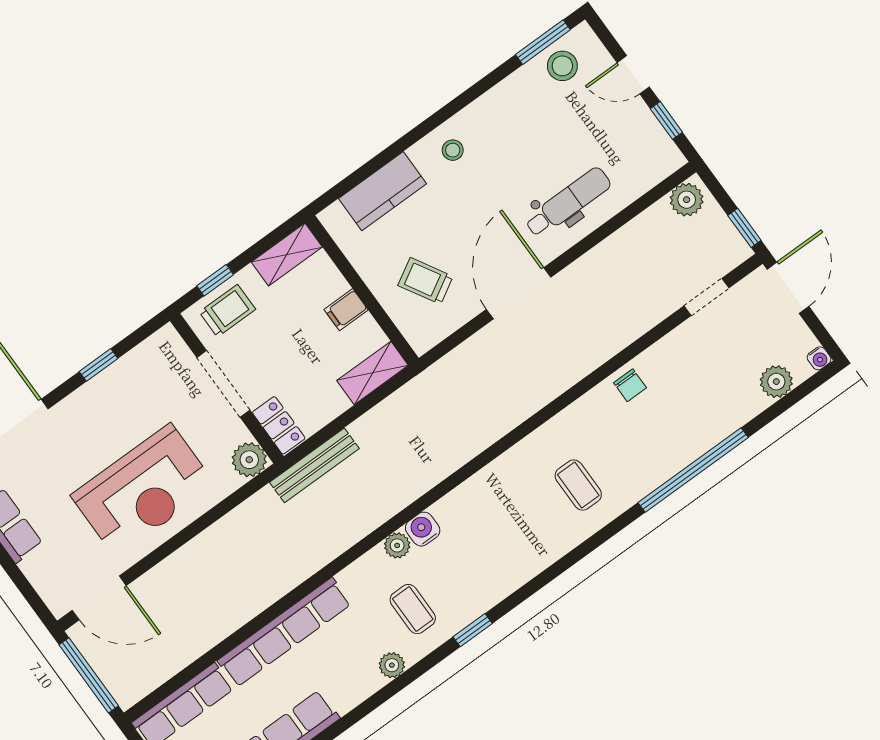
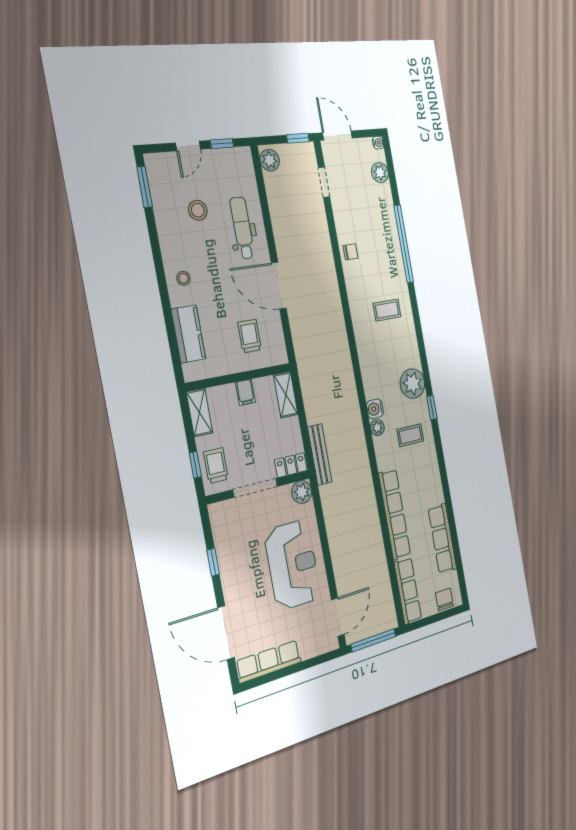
stool: (562, 66) -> (198, 210), moved
trolley: (425, 281) -> (250, 336), turned 120
plant: (392, 665) -> (412, 384), moved, width x1.87, depth x1.87

